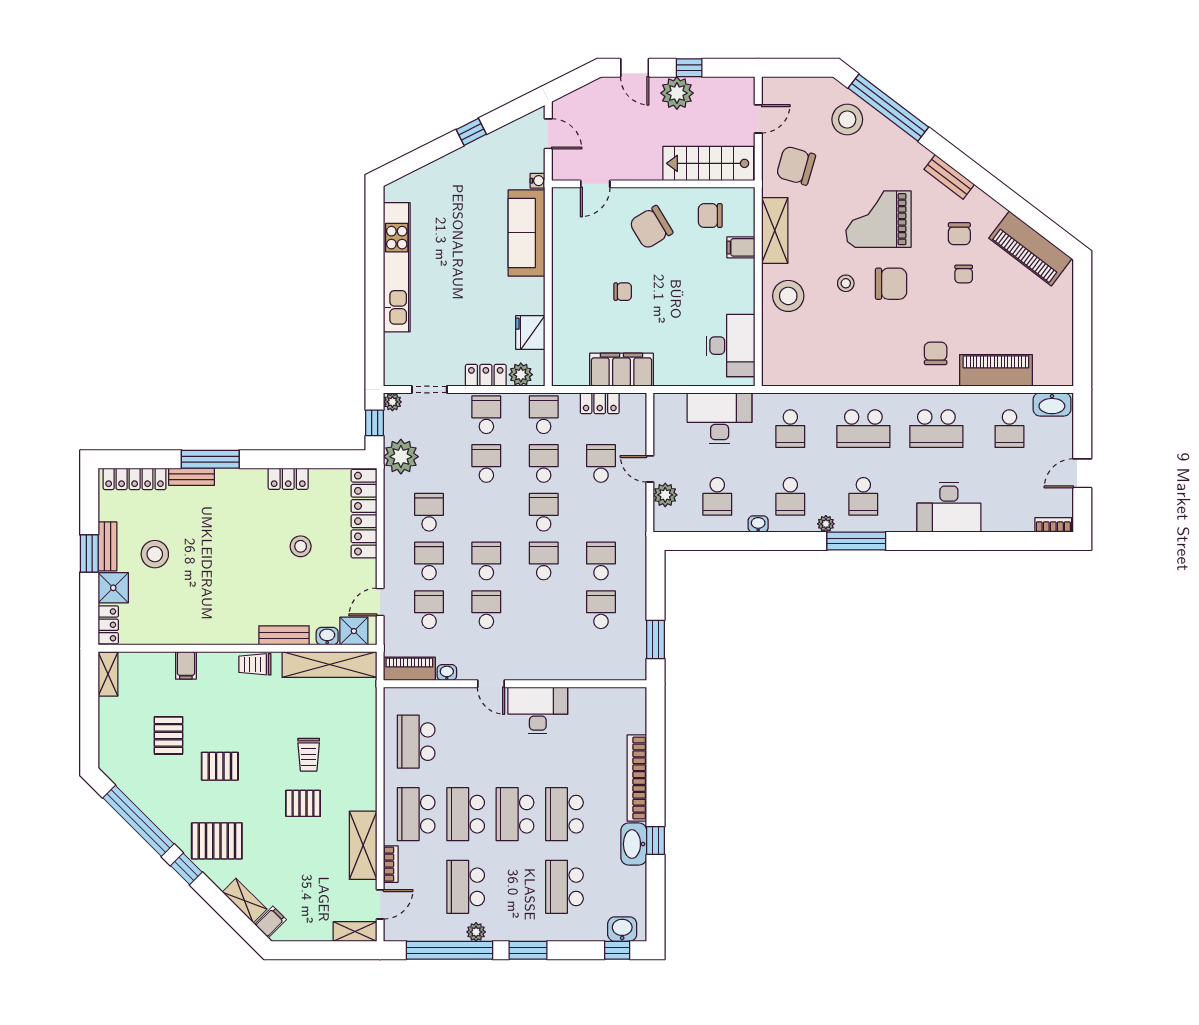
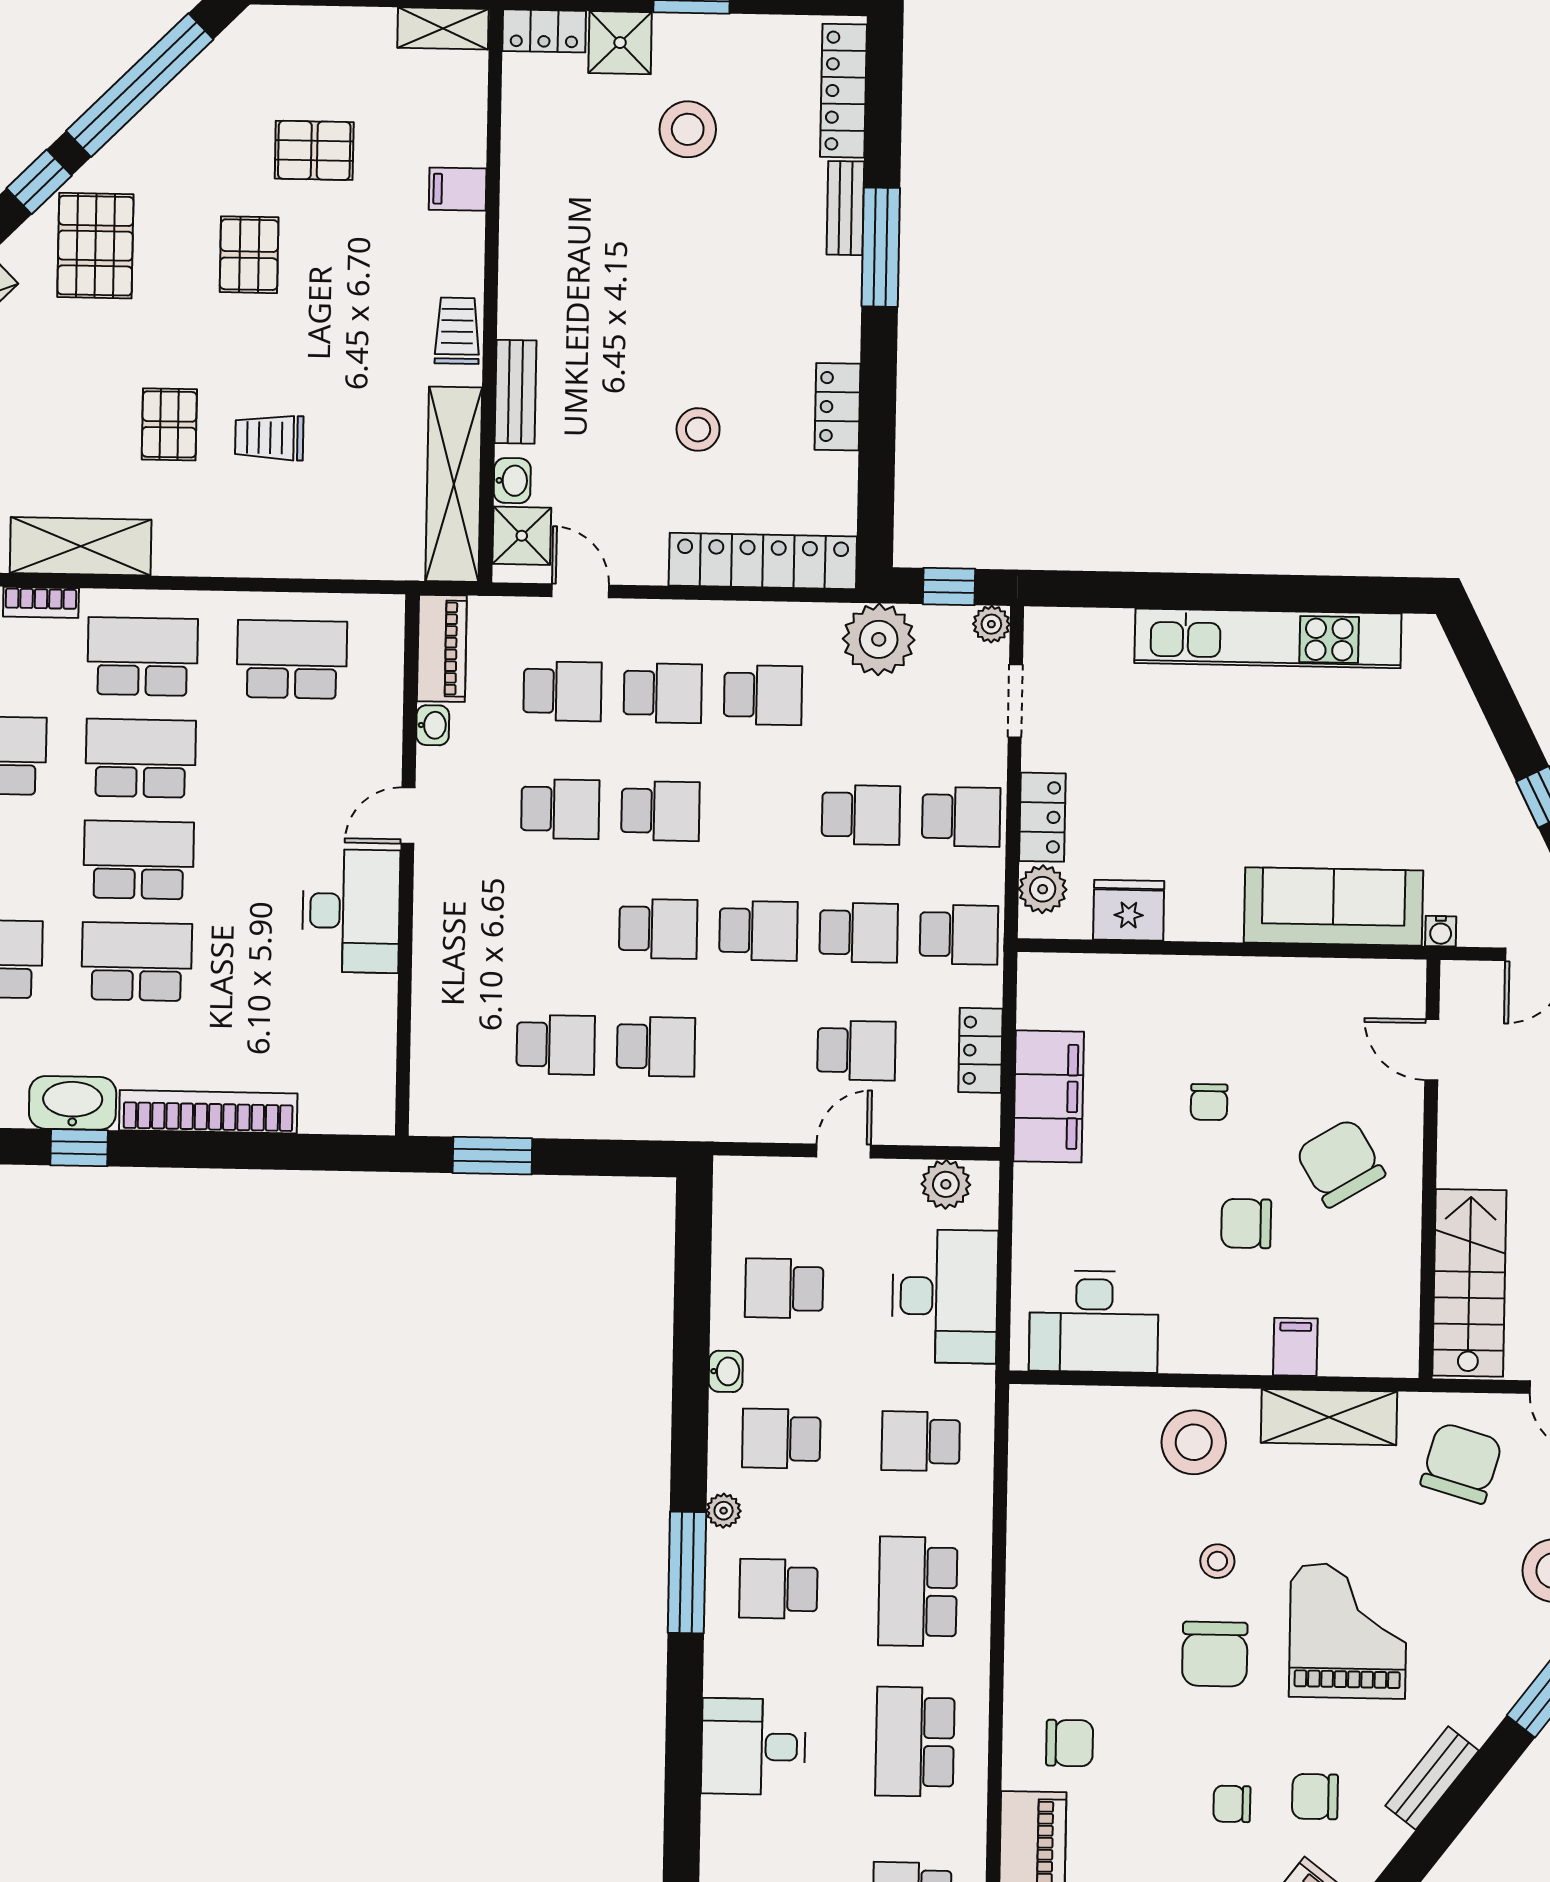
chair: (710, 216) -> (1246, 1223), moved, turned -90
plant: (665, 495) -> (946, 1184), moved
desk: (949, 507) -> (753, 1747), width x0.73
bench: (107, 546) -> (706, 32), removed

